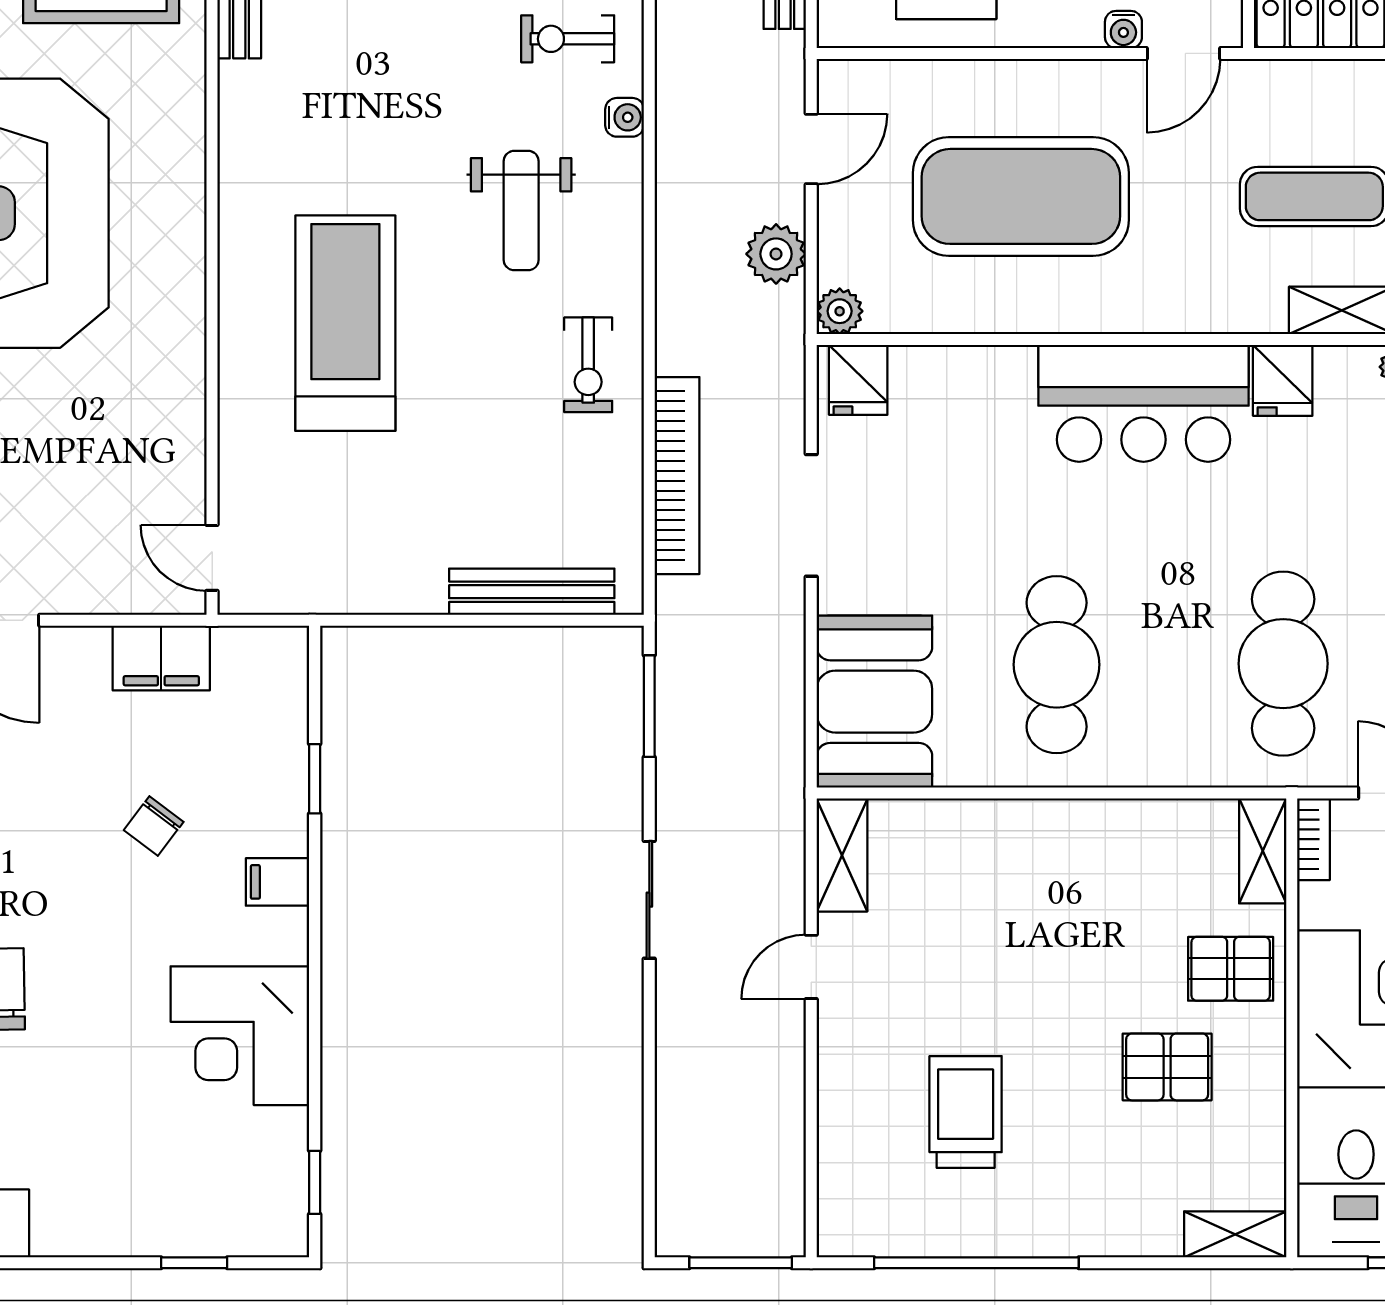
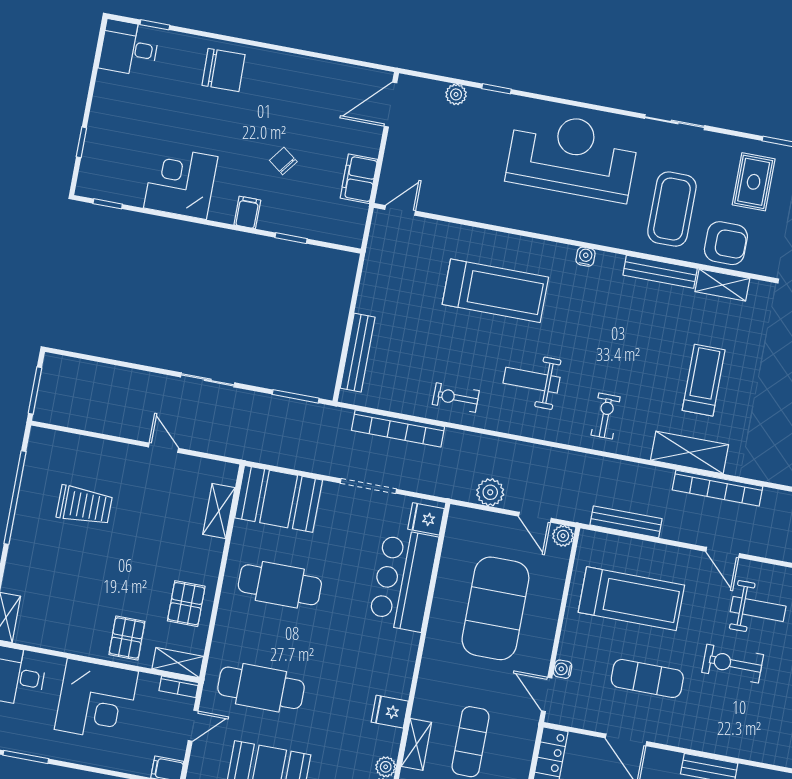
water cooler: (625, 117) -> (585, 257), moved, turned 180
plant: (840, 311) -> (563, 536), moved
bar counter: (1144, 403) -> (404, 580), moved
shelving: (842, 855) -> (219, 511), moved, turned 90
pallet: (1167, 1067) -> (186, 604), moved

